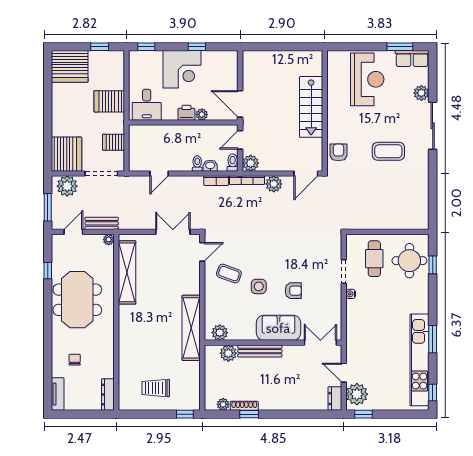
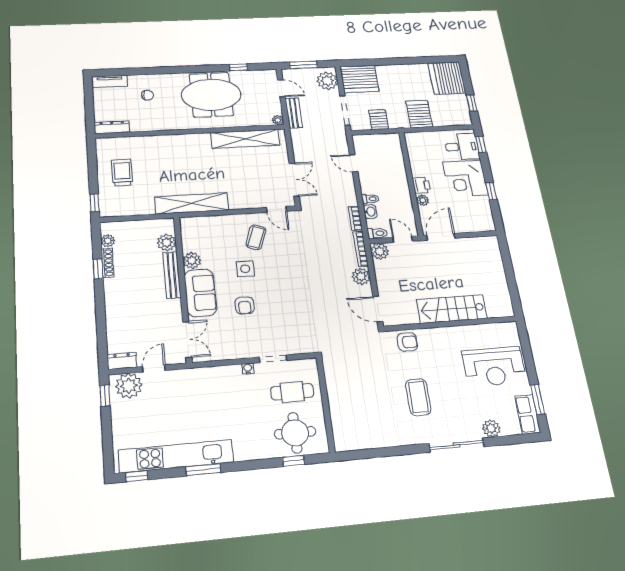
desk: (147, 105) -> (462, 147), moved, turned 180
plant: (220, 333) -> (192, 260), moved

